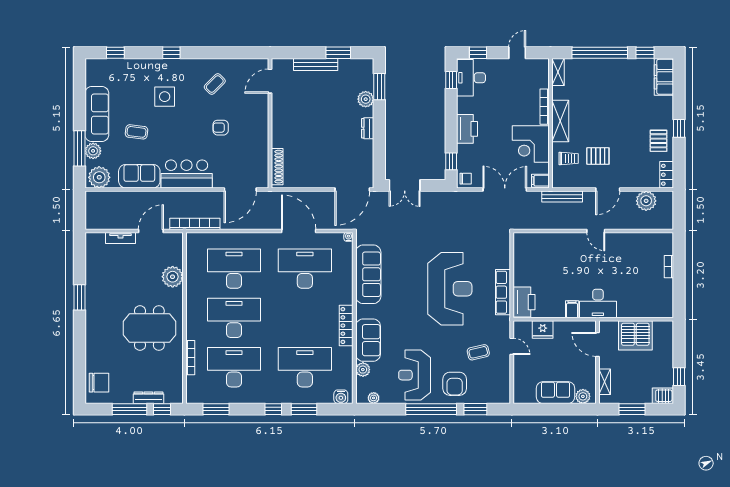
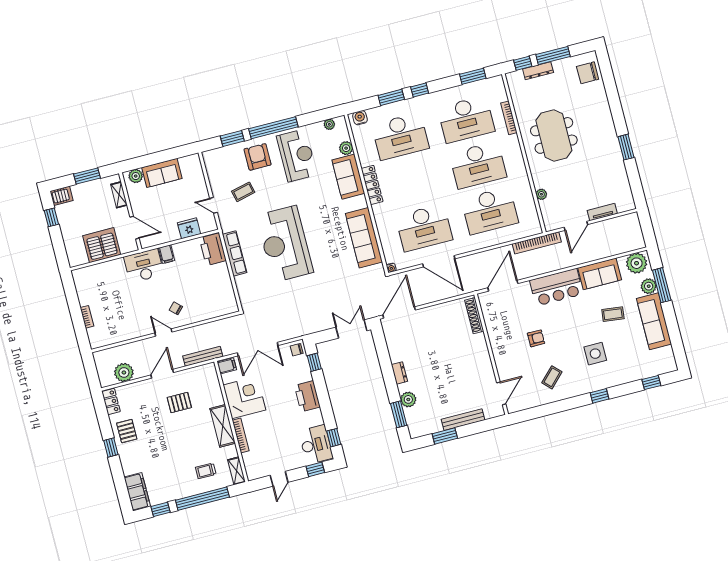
trolley: (569, 158) -> (206, 471), moved
chair: (577, 252) -> (176, 308), added
plant: (173, 277) -> (541, 194), width x0.53, depth x0.53
meeting table: (149, 328) -> (554, 135), turned 90

